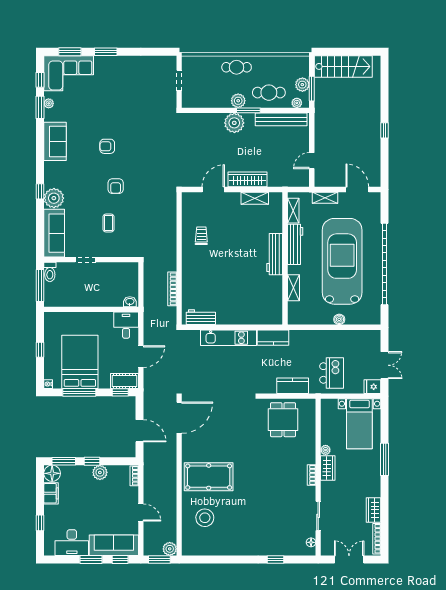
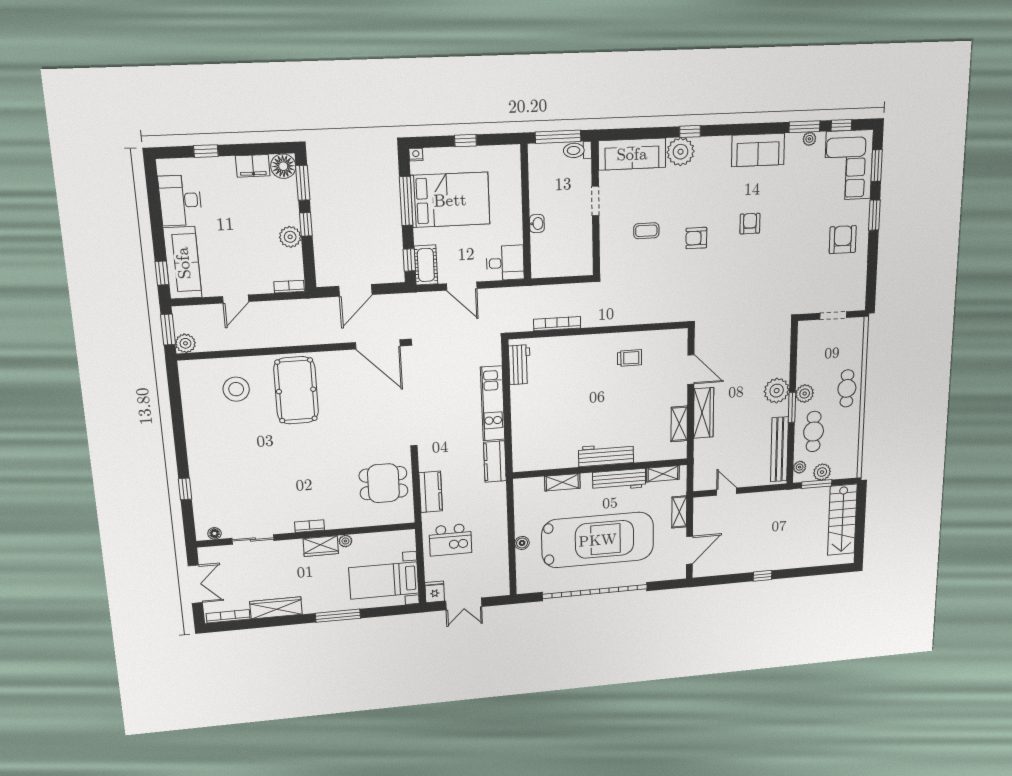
armchair: (123, 75) -> (843, 240), added
washbasin: (130, 302) -> (537, 224), moved
wardrobe: (374, 510) -> (276, 608), width x1.50
window: (91, 559) -> (157, 230), removed

